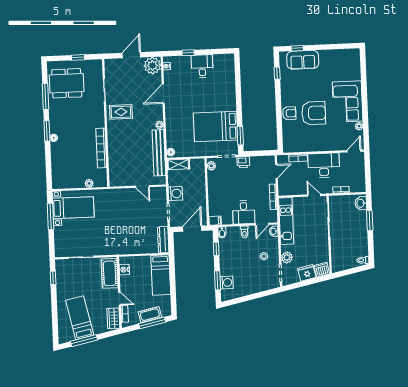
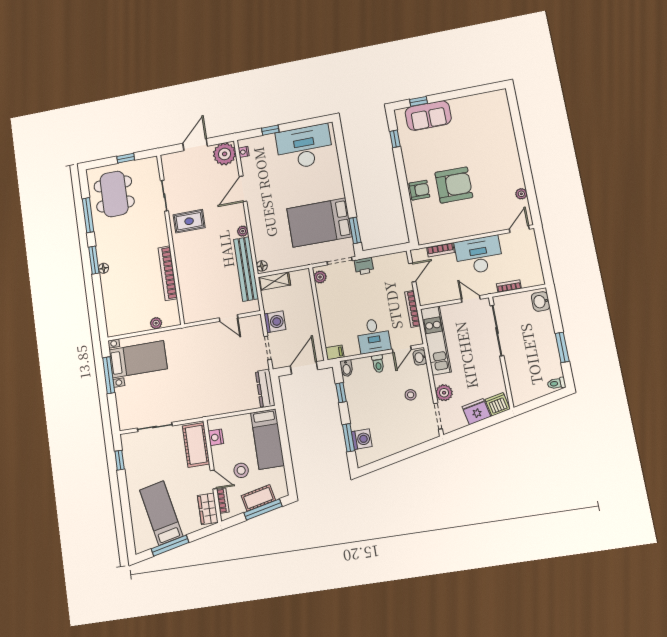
desk: (202, 66) -> (304, 147), width x1.87, depth x1.30
dining table: (67, 83) -> (114, 194), turned 90
corner sofa: (348, 102) -> (500, 162), removed
window: (370, 221) -> (562, 347), moved
stool: (140, 294) -> (241, 470), added

